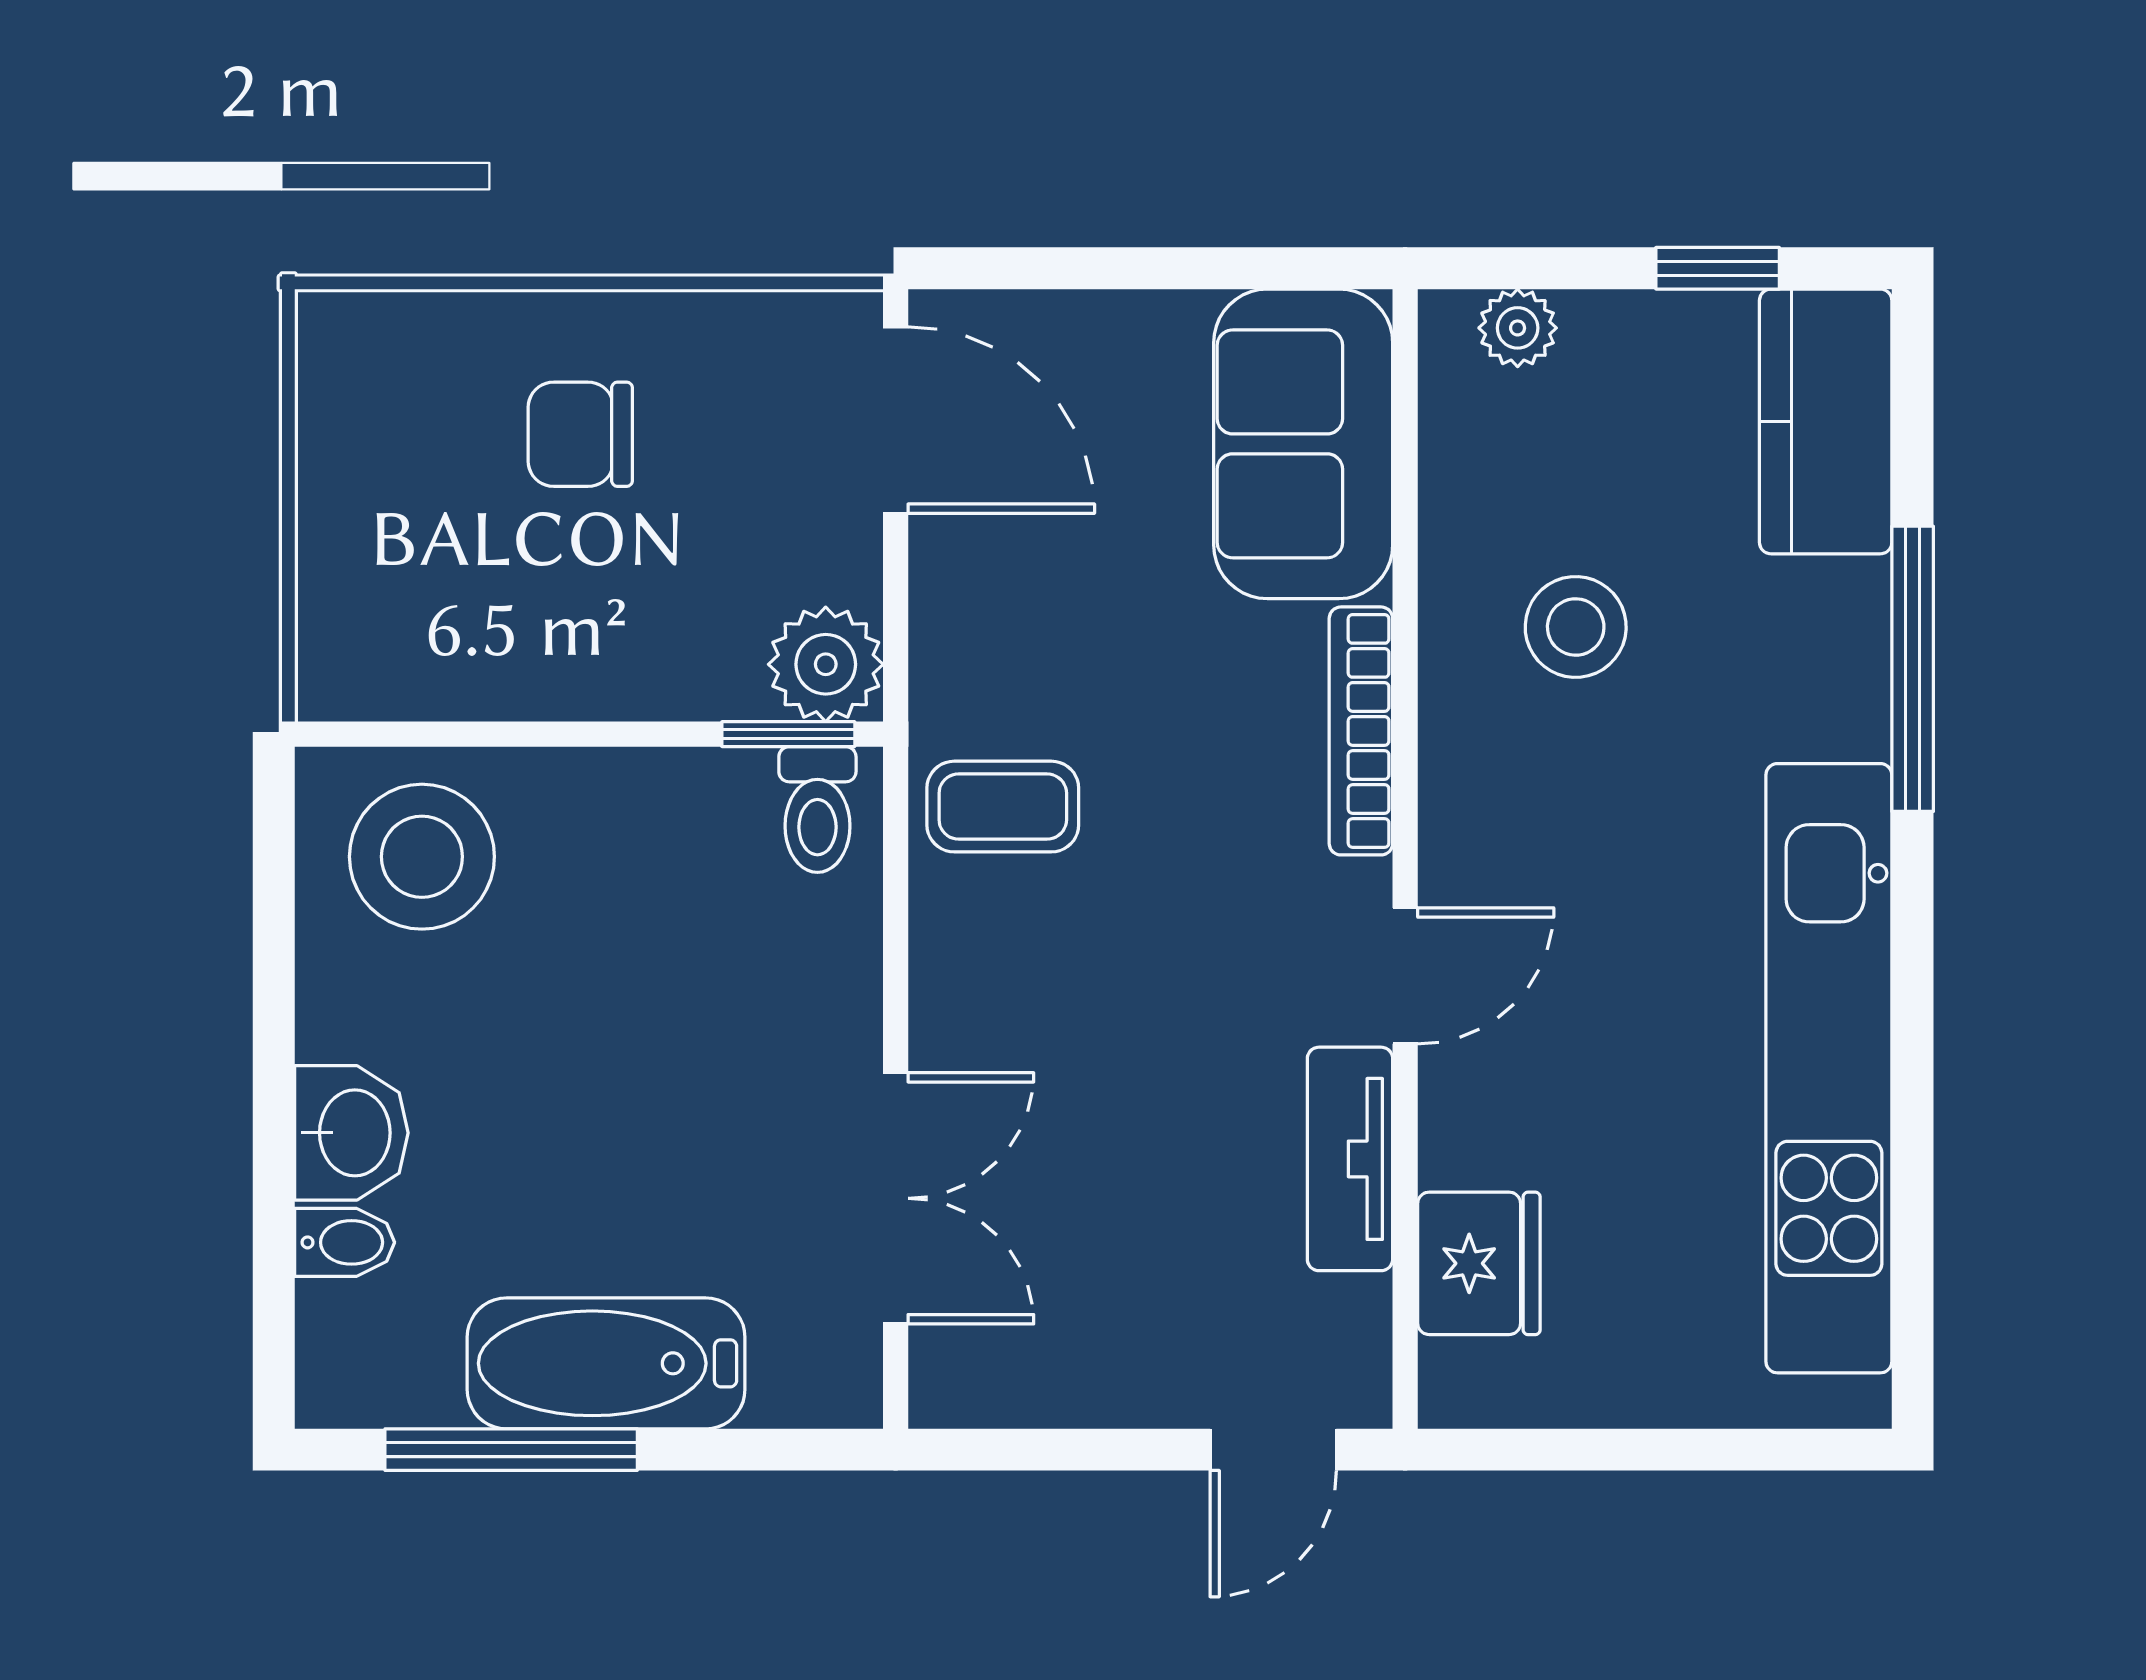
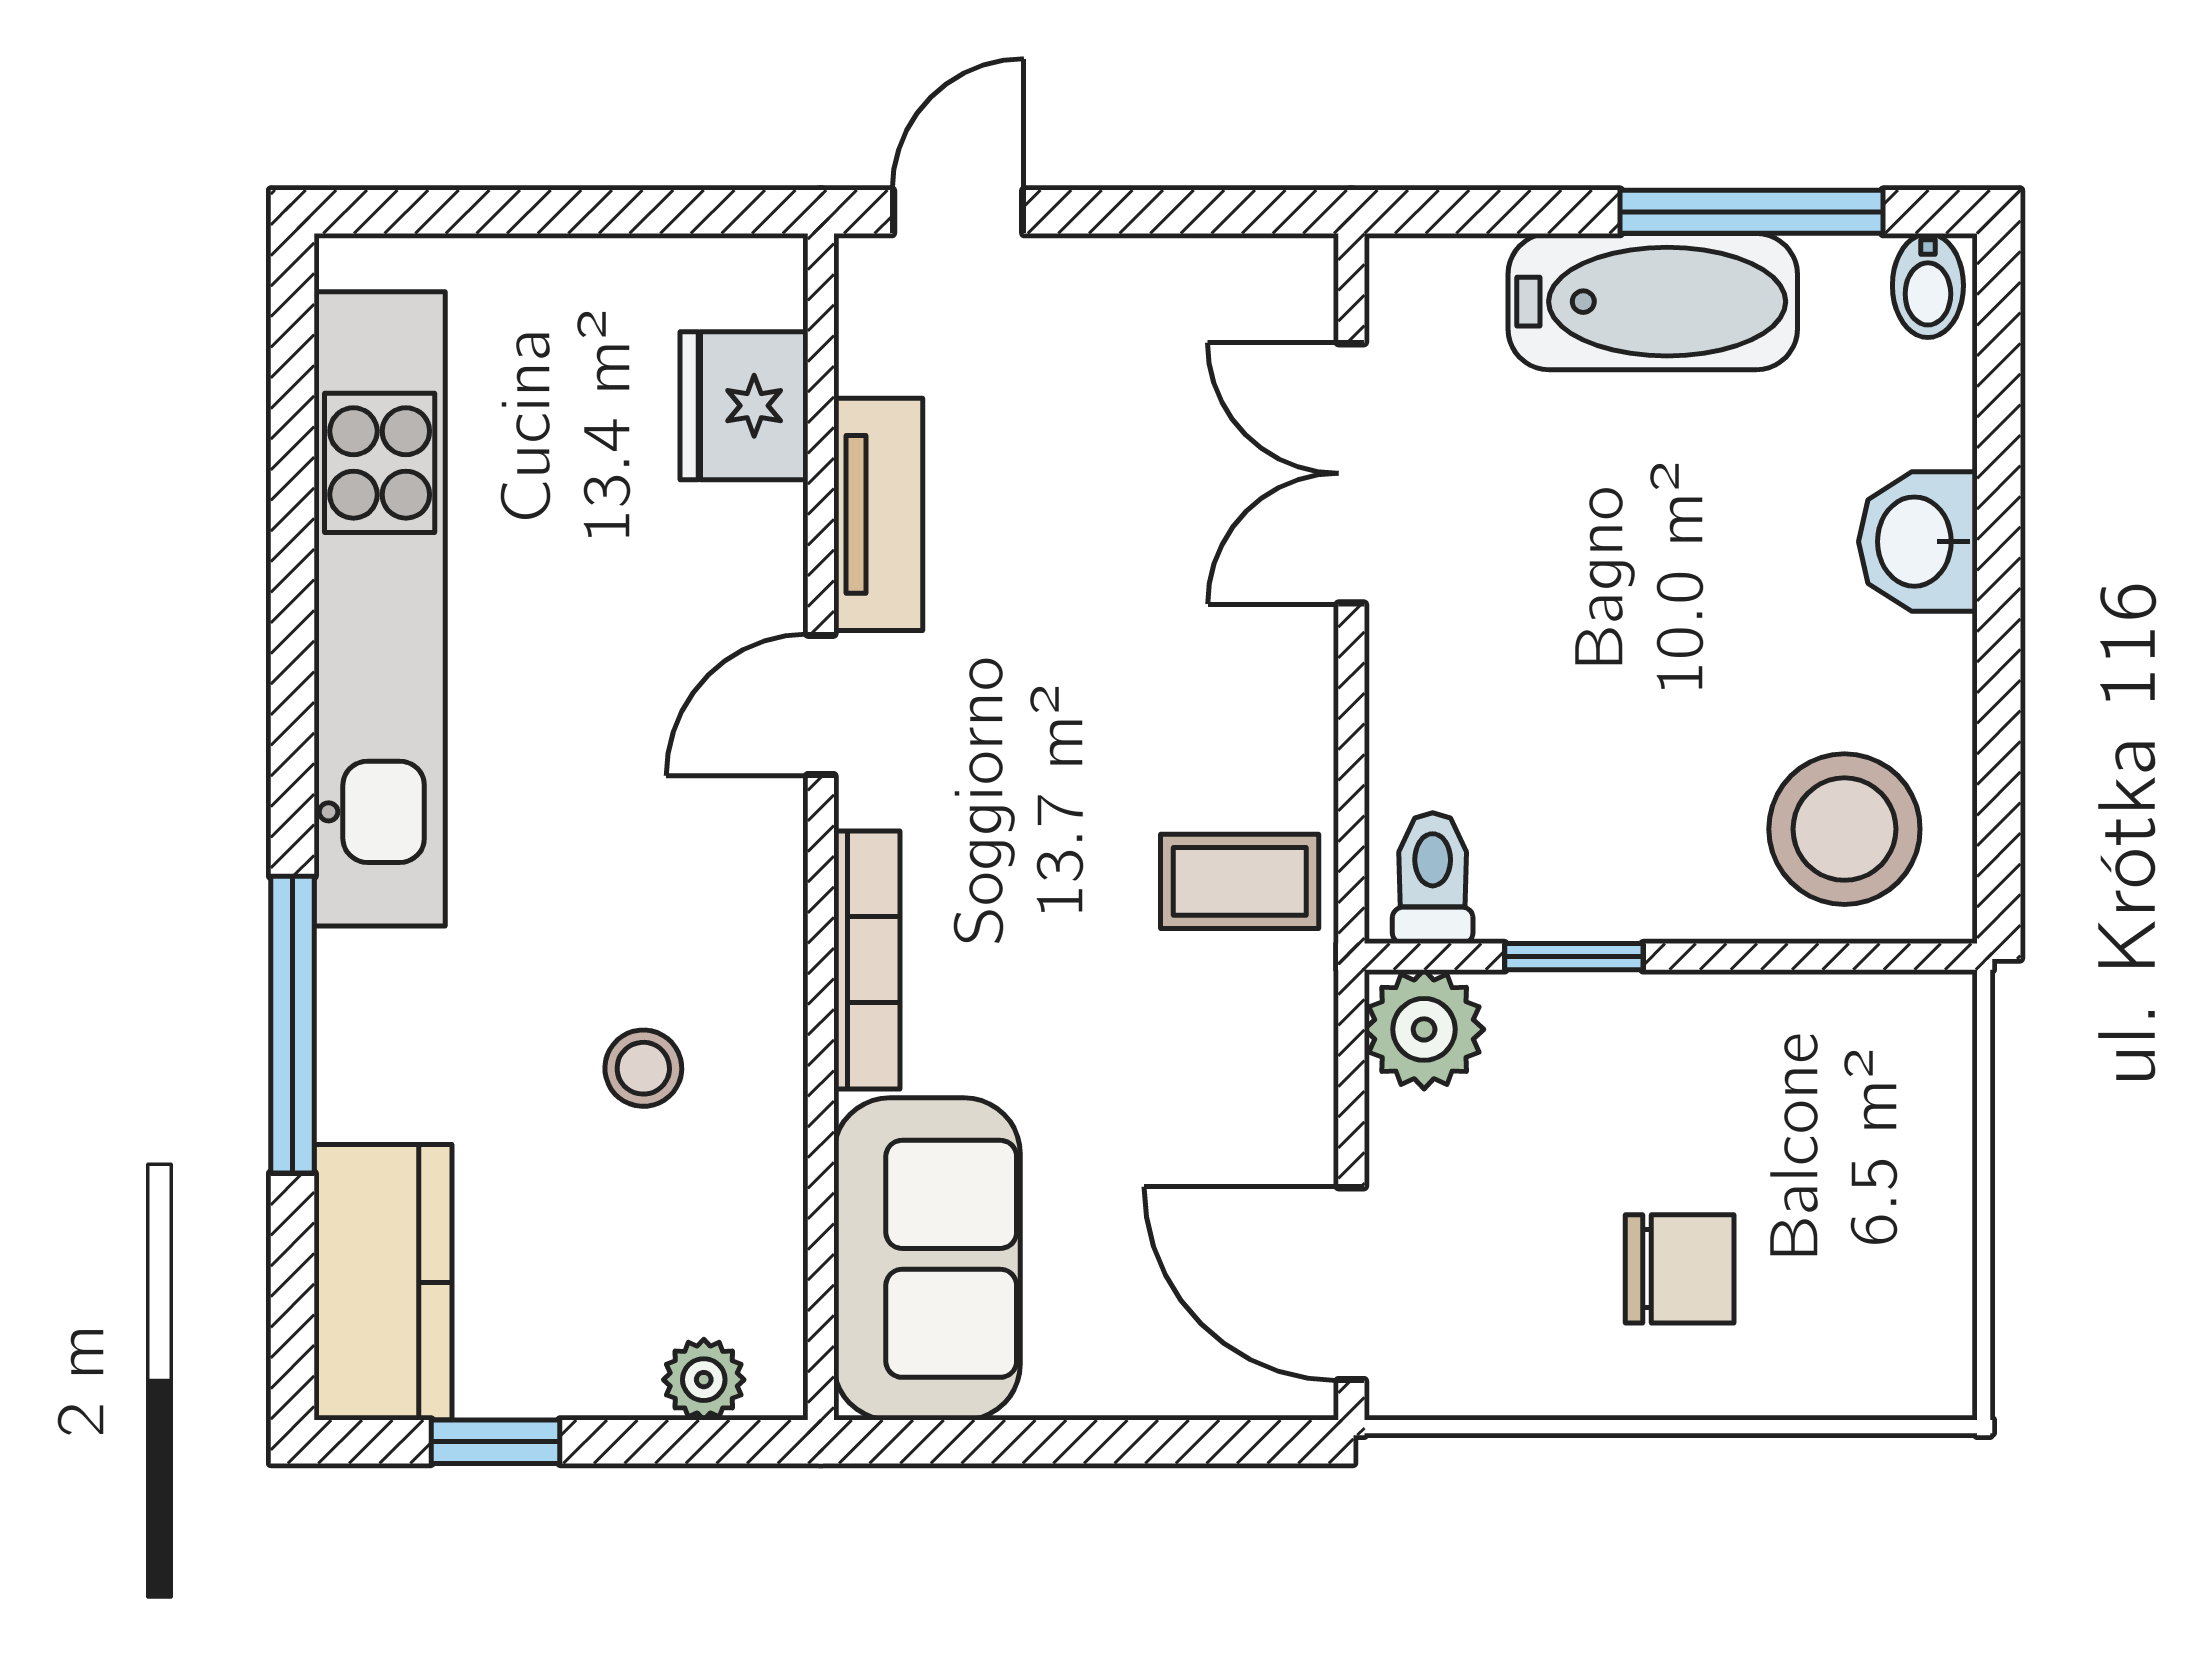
stool: (1576, 627) -> (643, 1068), width x0.73, depth x0.73
window: (788, 734) -> (1574, 957), moved
bidet: (345, 1242) -> (1928, 286), moved, turned -90

